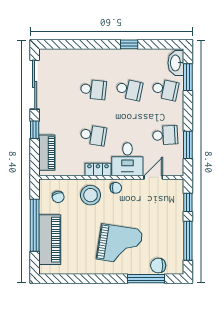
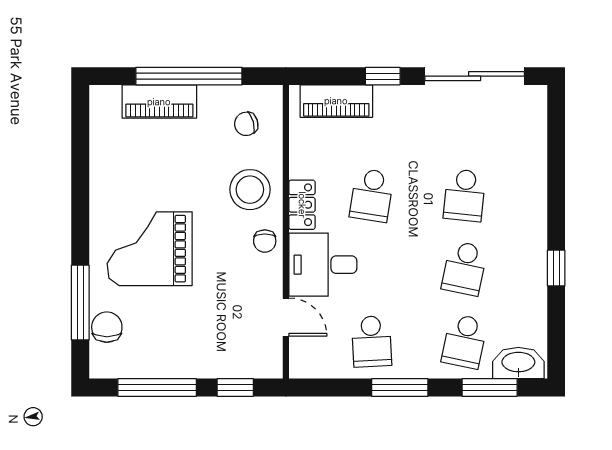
window: (188, 145) -> (400, 387), moved
piano: (50, 240) -> (159, 102), width x0.73, depth x0.75
grand piano: (120, 244) -> (150, 249), turned 81

